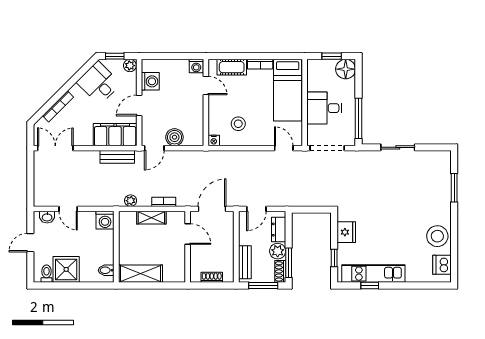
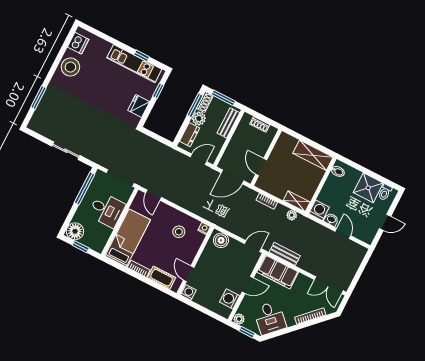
boiler: (174, 137) -> (221, 240), moved
washbasin: (47, 217) -> (331, 220), moved
shelving: (151, 218) -> (297, 201), moved

